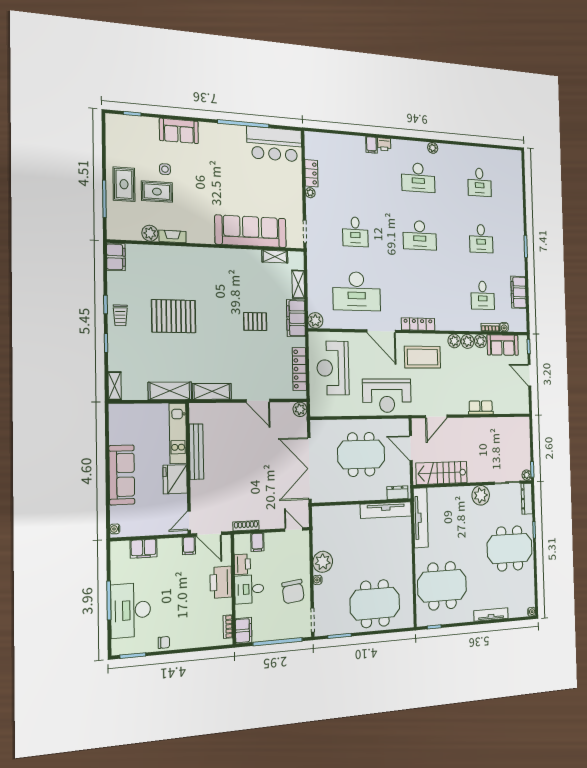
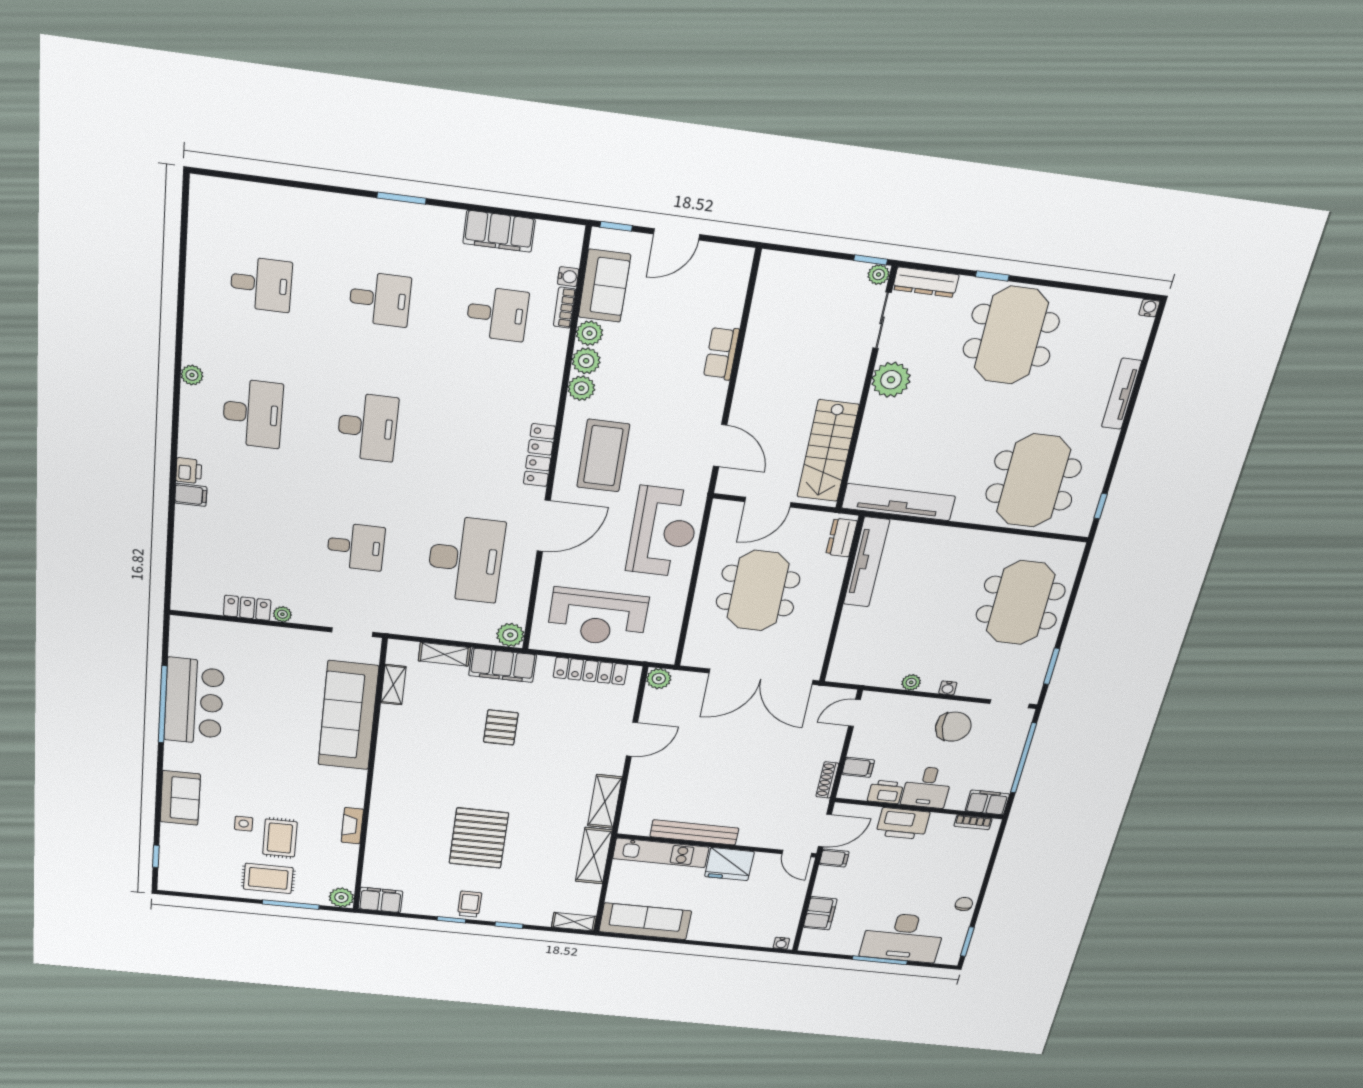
bar counter: (274, 144) -> (194, 701), moved
plant: (150, 233) -> (341, 897), moved
trolley: (120, 315) -> (470, 904), turned -90
sofa: (122, 475) -> (645, 921), moved
plant: (323, 562) -> (911, 682), width x0.53, depth x0.53

